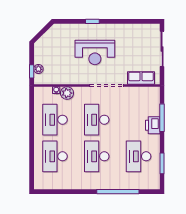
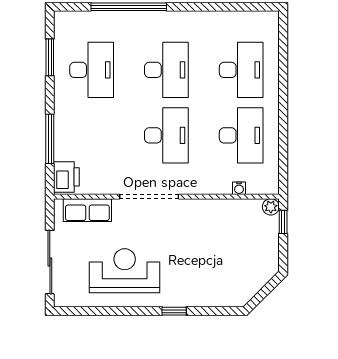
reception desk: (95, 52) -> (125, 271), moved
plant: (38, 69) -> (271, 207), moved
plant: (67, 93) -> (220, 183), removed
printer: (153, 125) -> (66, 177), moved

